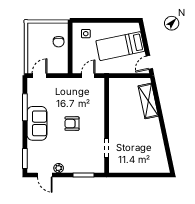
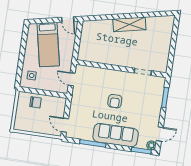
shelving: (148, 101) -> (129, 24), moved
sofa: (37, 123) -> (116, 135), width x1.36
plant: (59, 168) -> (151, 145), moved

